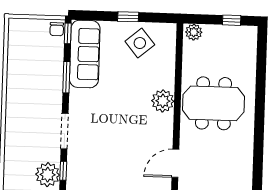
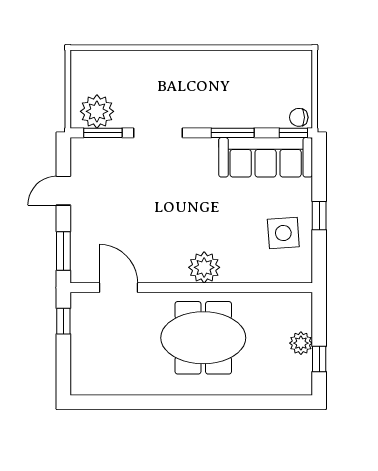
plant: (194, 32) -> (301, 343), moved
side table: (140, 43) -> (283, 233), turned 36
meeting table: (214, 103) -> (203, 338), turned 90
window: (63, 171) -> (103, 133), width x1.50

